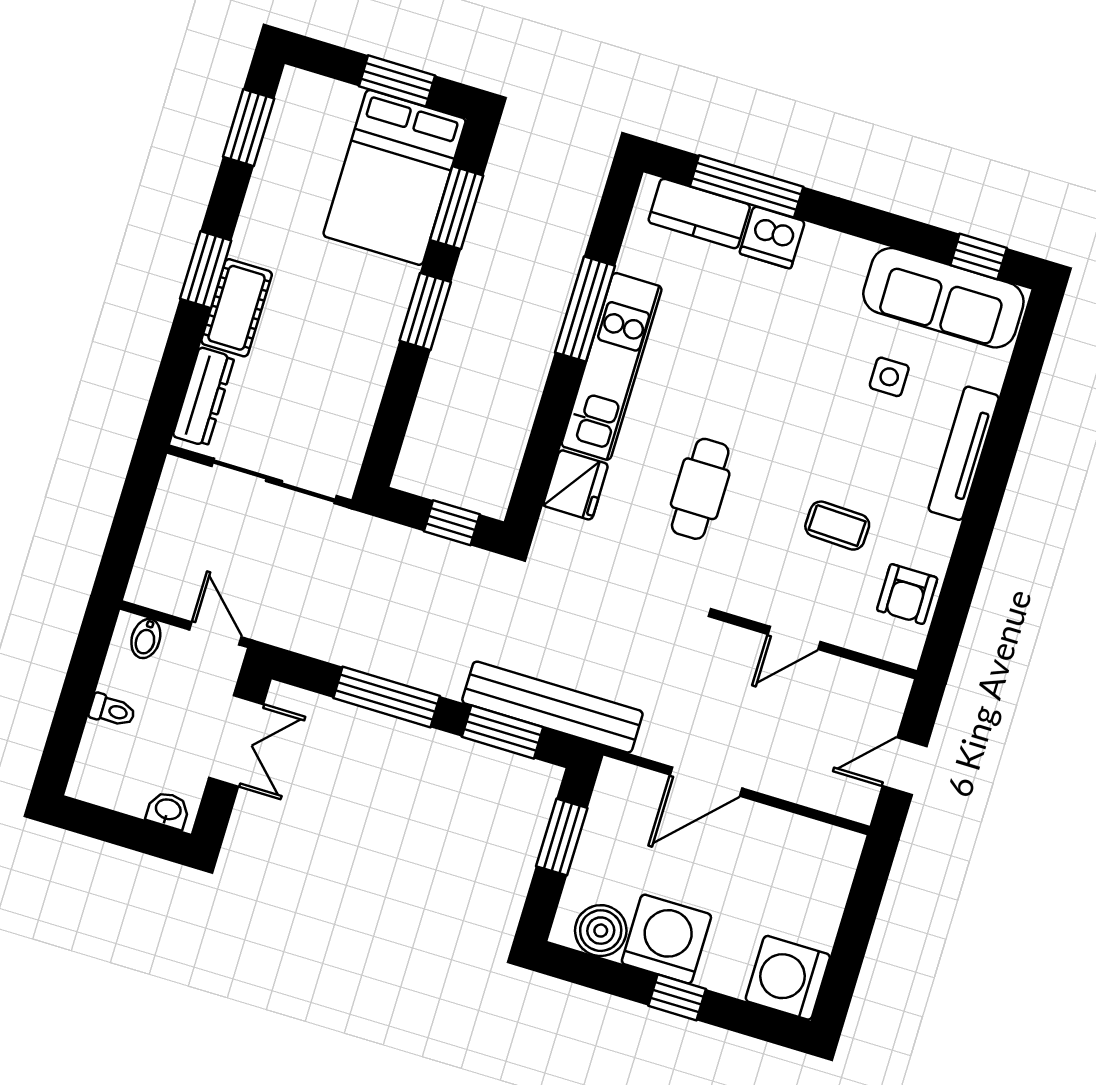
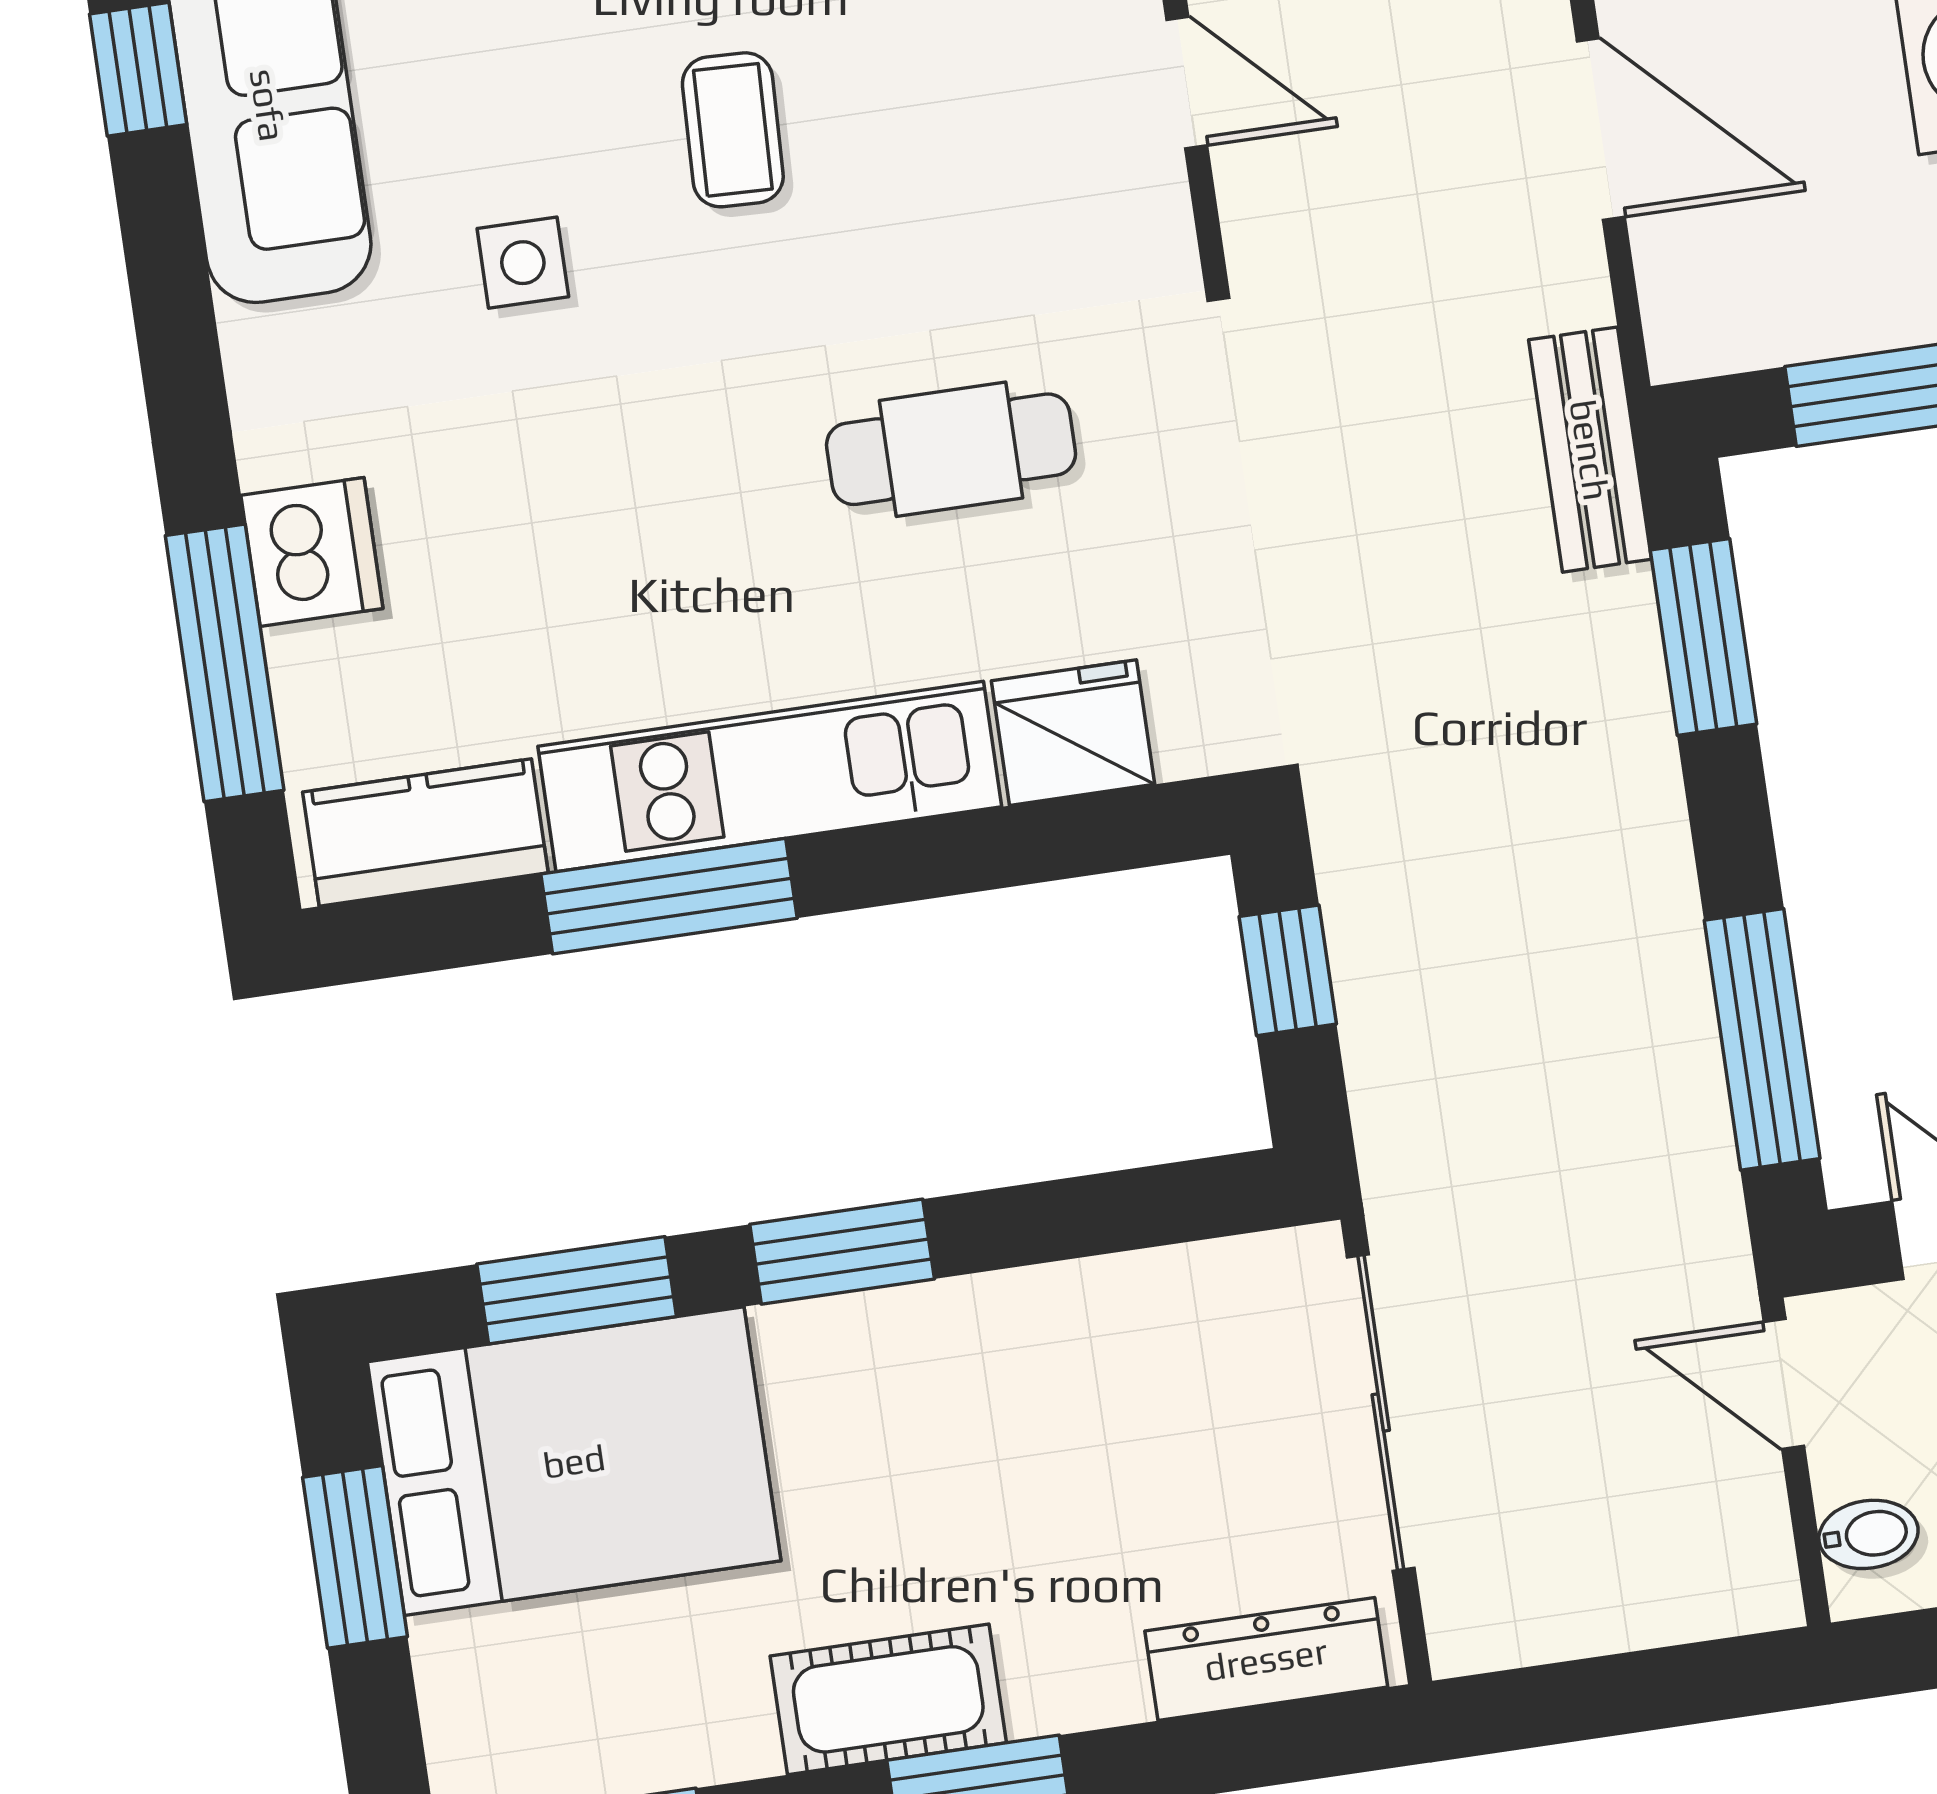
kitchen counter: (699, 214) -> (425, 832), moved, turned -90
cot: (237, 308) -> (888, 1699), moved
side table: (889, 377) -> (523, 263), moved
coffee table: (837, 526) -> (733, 130), moved
door: (215, 633) -> (1784, 1384), hinge flipped
window: (387, 697) -> (1762, 1039), moved
bench: (552, 707) -> (1590, 450), width x0.54, depth x0.82

